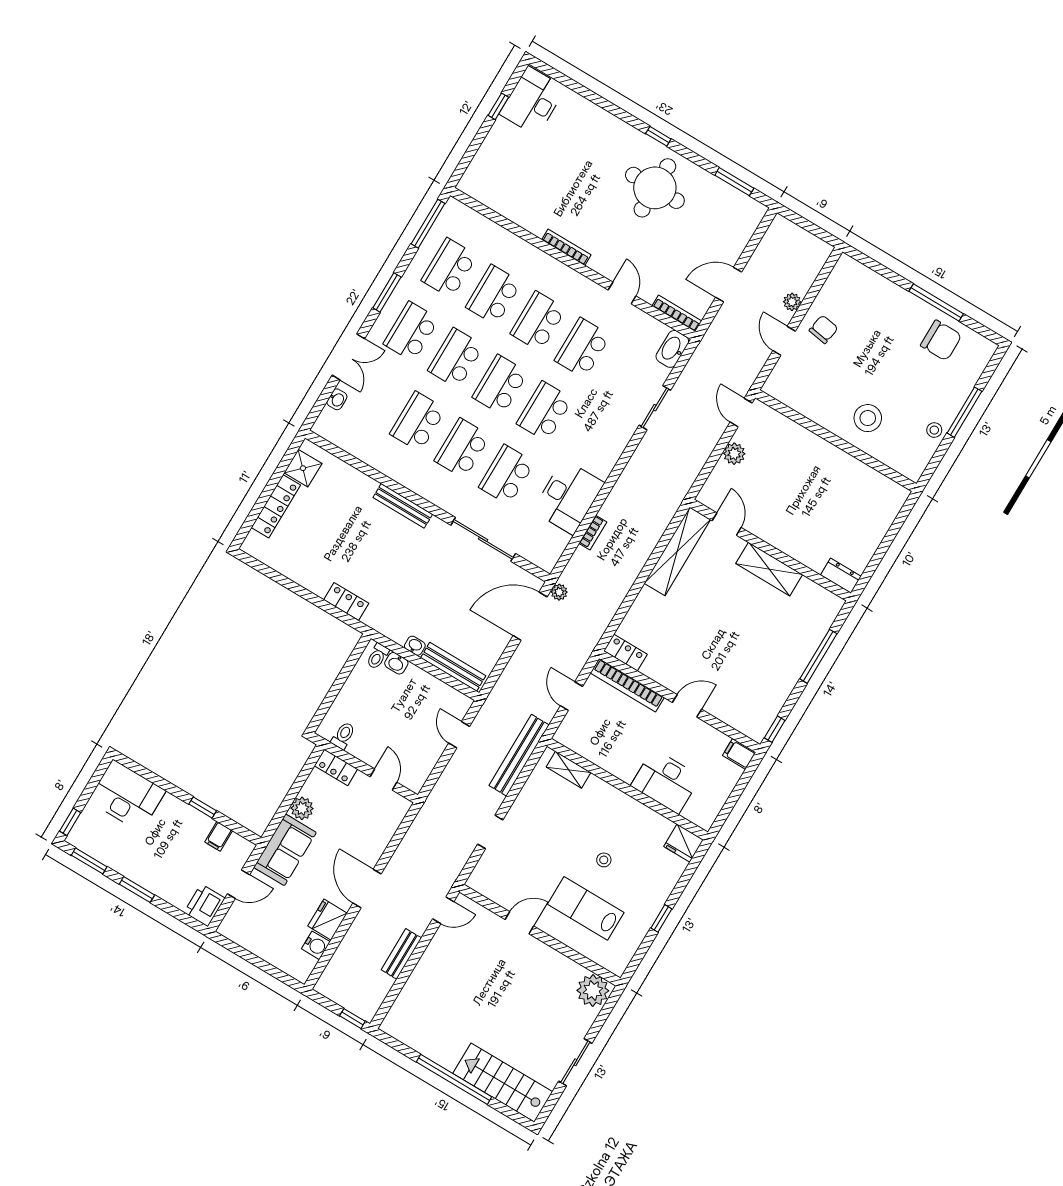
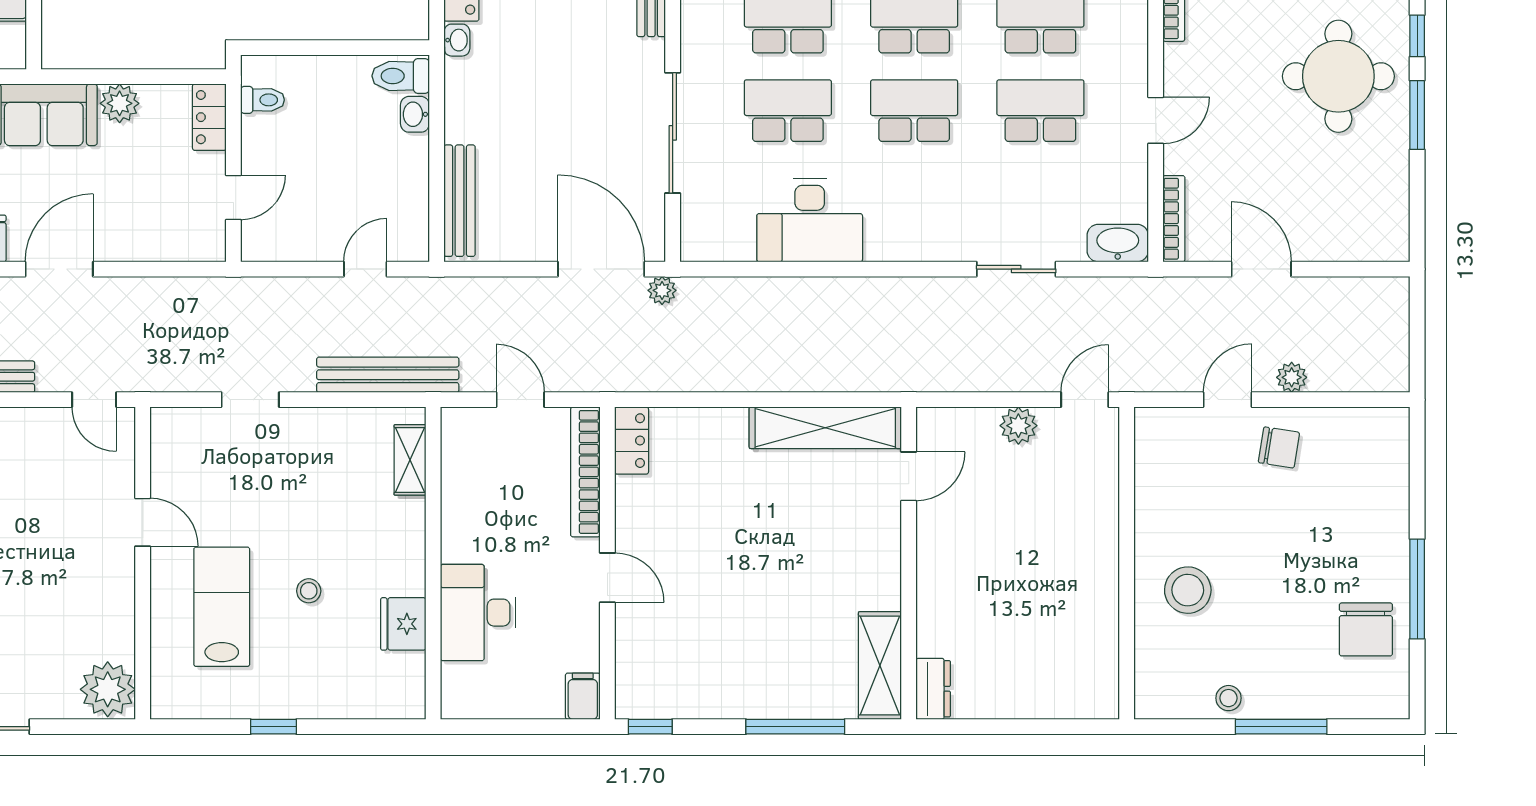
window: (734, 182) -> (1417, 115), moved
bookcase: (593, 533) -> (779, 288), removed
shelving: (769, 569) -> (880, 665), moved
washbasin: (415, 646) -> (457, 40), moved
toilet: (378, 656) -> (401, 76), width x1.37, depth x1.39
door: (571, 696) -> (520, 400), hinge flipped
fridge: (684, 843) -> (403, 624), moved

